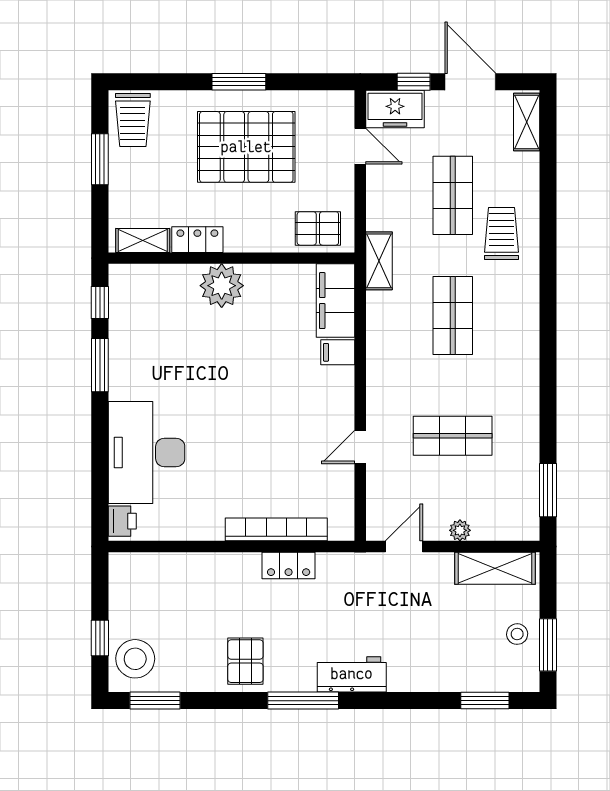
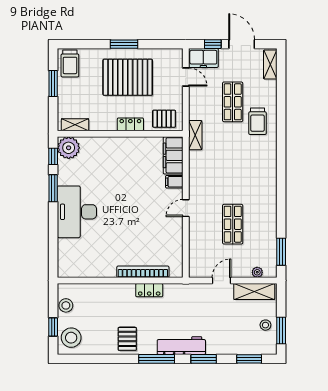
trolley: (501, 233) -> (258, 121), turned 180
locker: (197, 240) -> (130, 124), moved
plant: (222, 286) -> (69, 148), moved
shop shelf: (453, 316) -> (233, 163), removed
shop shelf: (453, 436) -> (233, 224), turned 90
door: (360, 447) -> (186, 208), moved
desk: (146, 453) -> (77, 212), moved
printer: (122, 521) -> (65, 268), removed
plant: (460, 530) -> (257, 272), moved
door: (404, 547) -> (222, 281), moved
stool: (125, 596) -> (66, 305), added
workbench: (352, 674) -> (181, 346), width x1.38
window: (155, 701) -> (204, 359), moved

